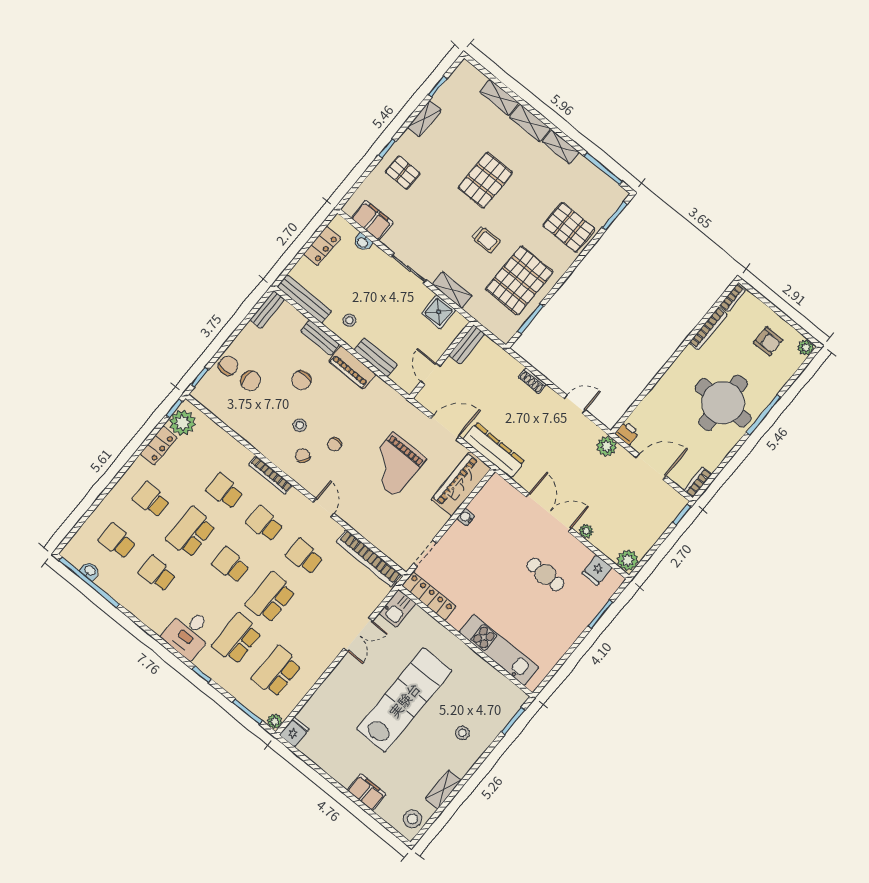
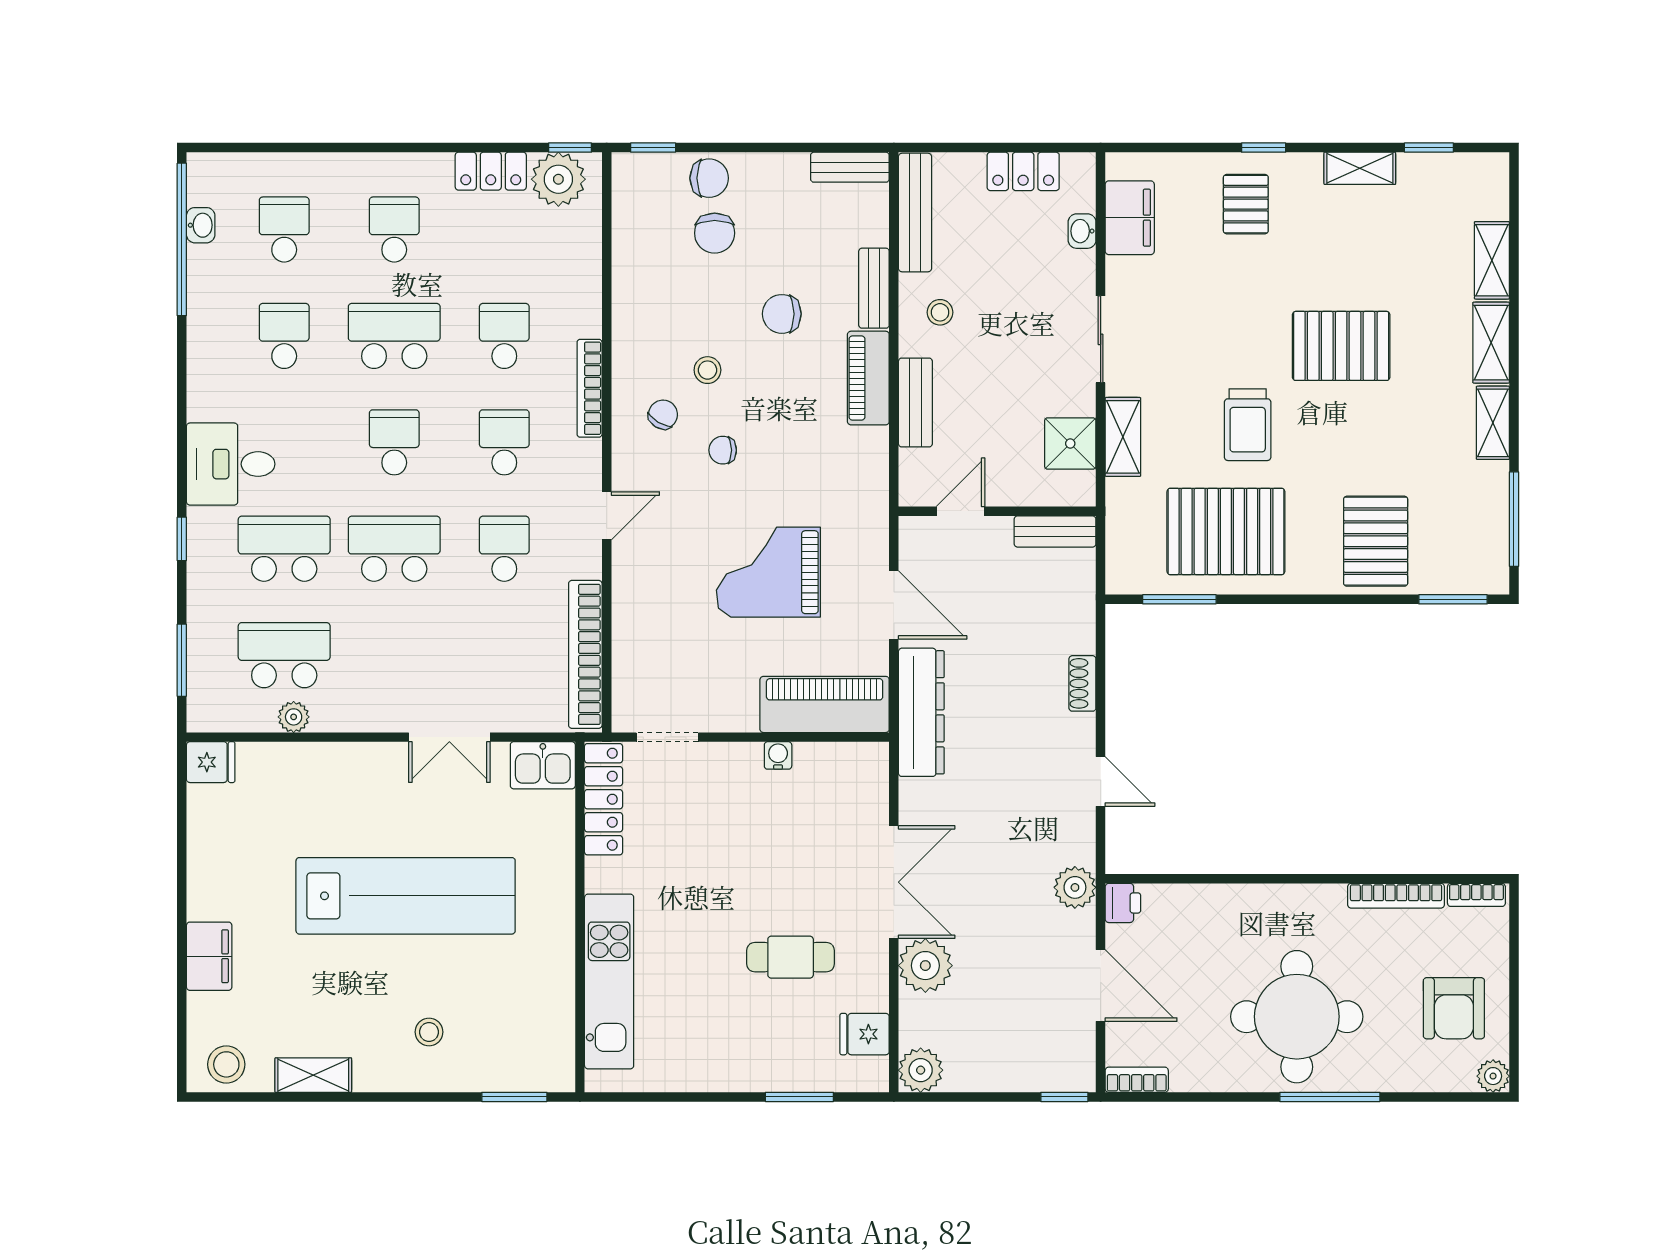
trolley: (486, 239) -> (1248, 425), width x1.36, depth x1.39
armchair: (768, 341) -> (1454, 1008), width x1.38, depth x1.38
plant: (586, 531) -> (925, 966), width x1.87, depth x1.87
cafe table: (545, 574) -> (791, 957), turned 90
plant: (275, 721) -> (294, 717), moved

